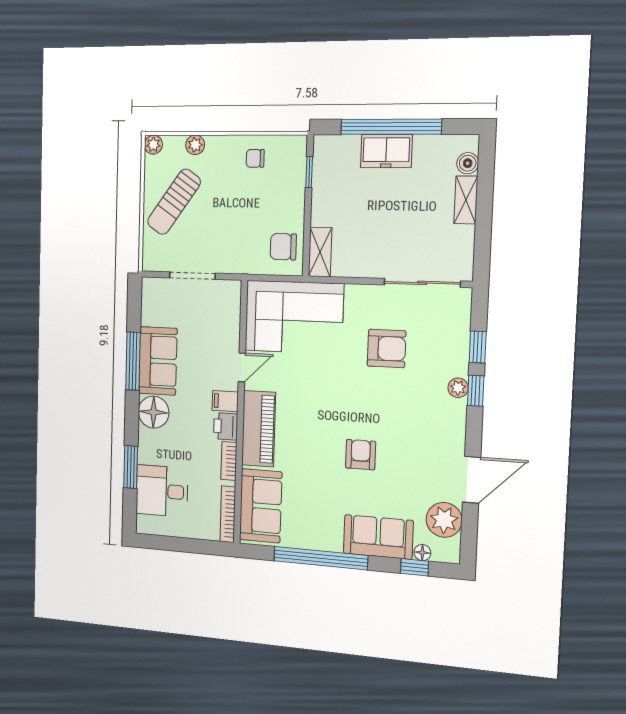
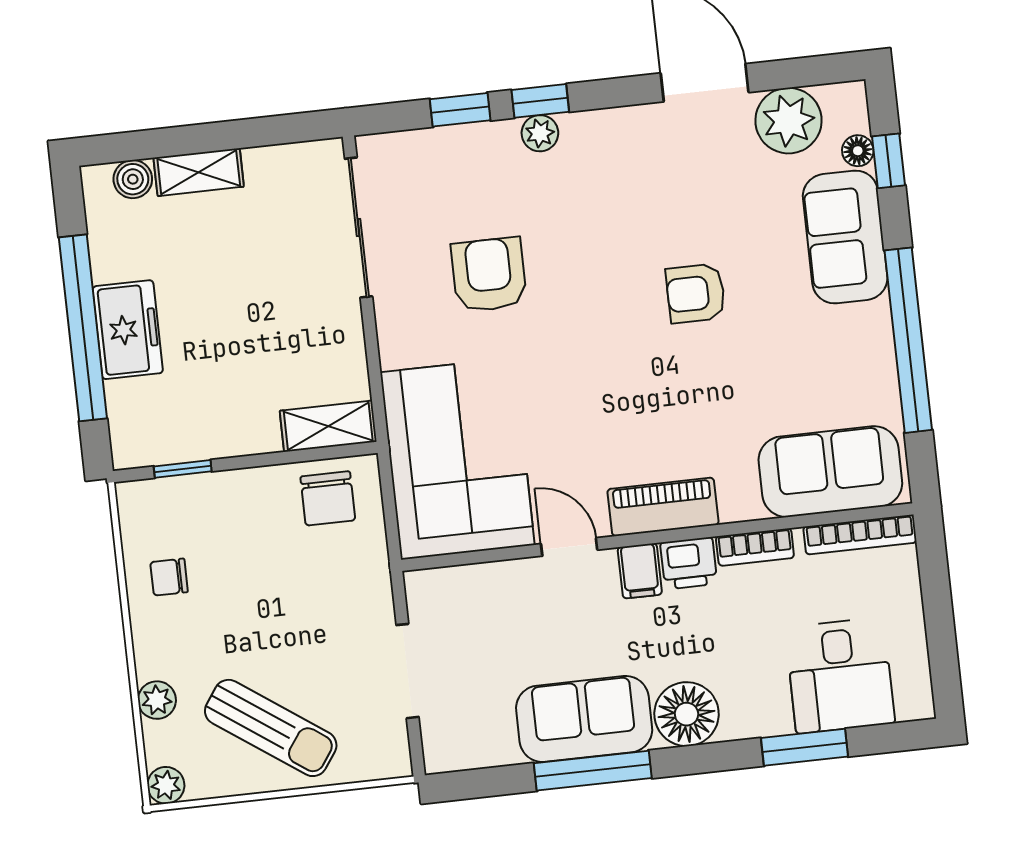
chair: (255, 158) -> (169, 577), turned 90
piano: (259, 429) -> (663, 507), width x0.73, depth x0.75

